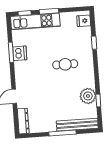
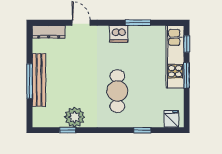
dishwasher: (20, 53) -> (119, 34), moved
cafe table: (65, 64) -> (117, 91), width x1.37, depth x1.35
bench: (77, 125) -> (39, 80), moved

